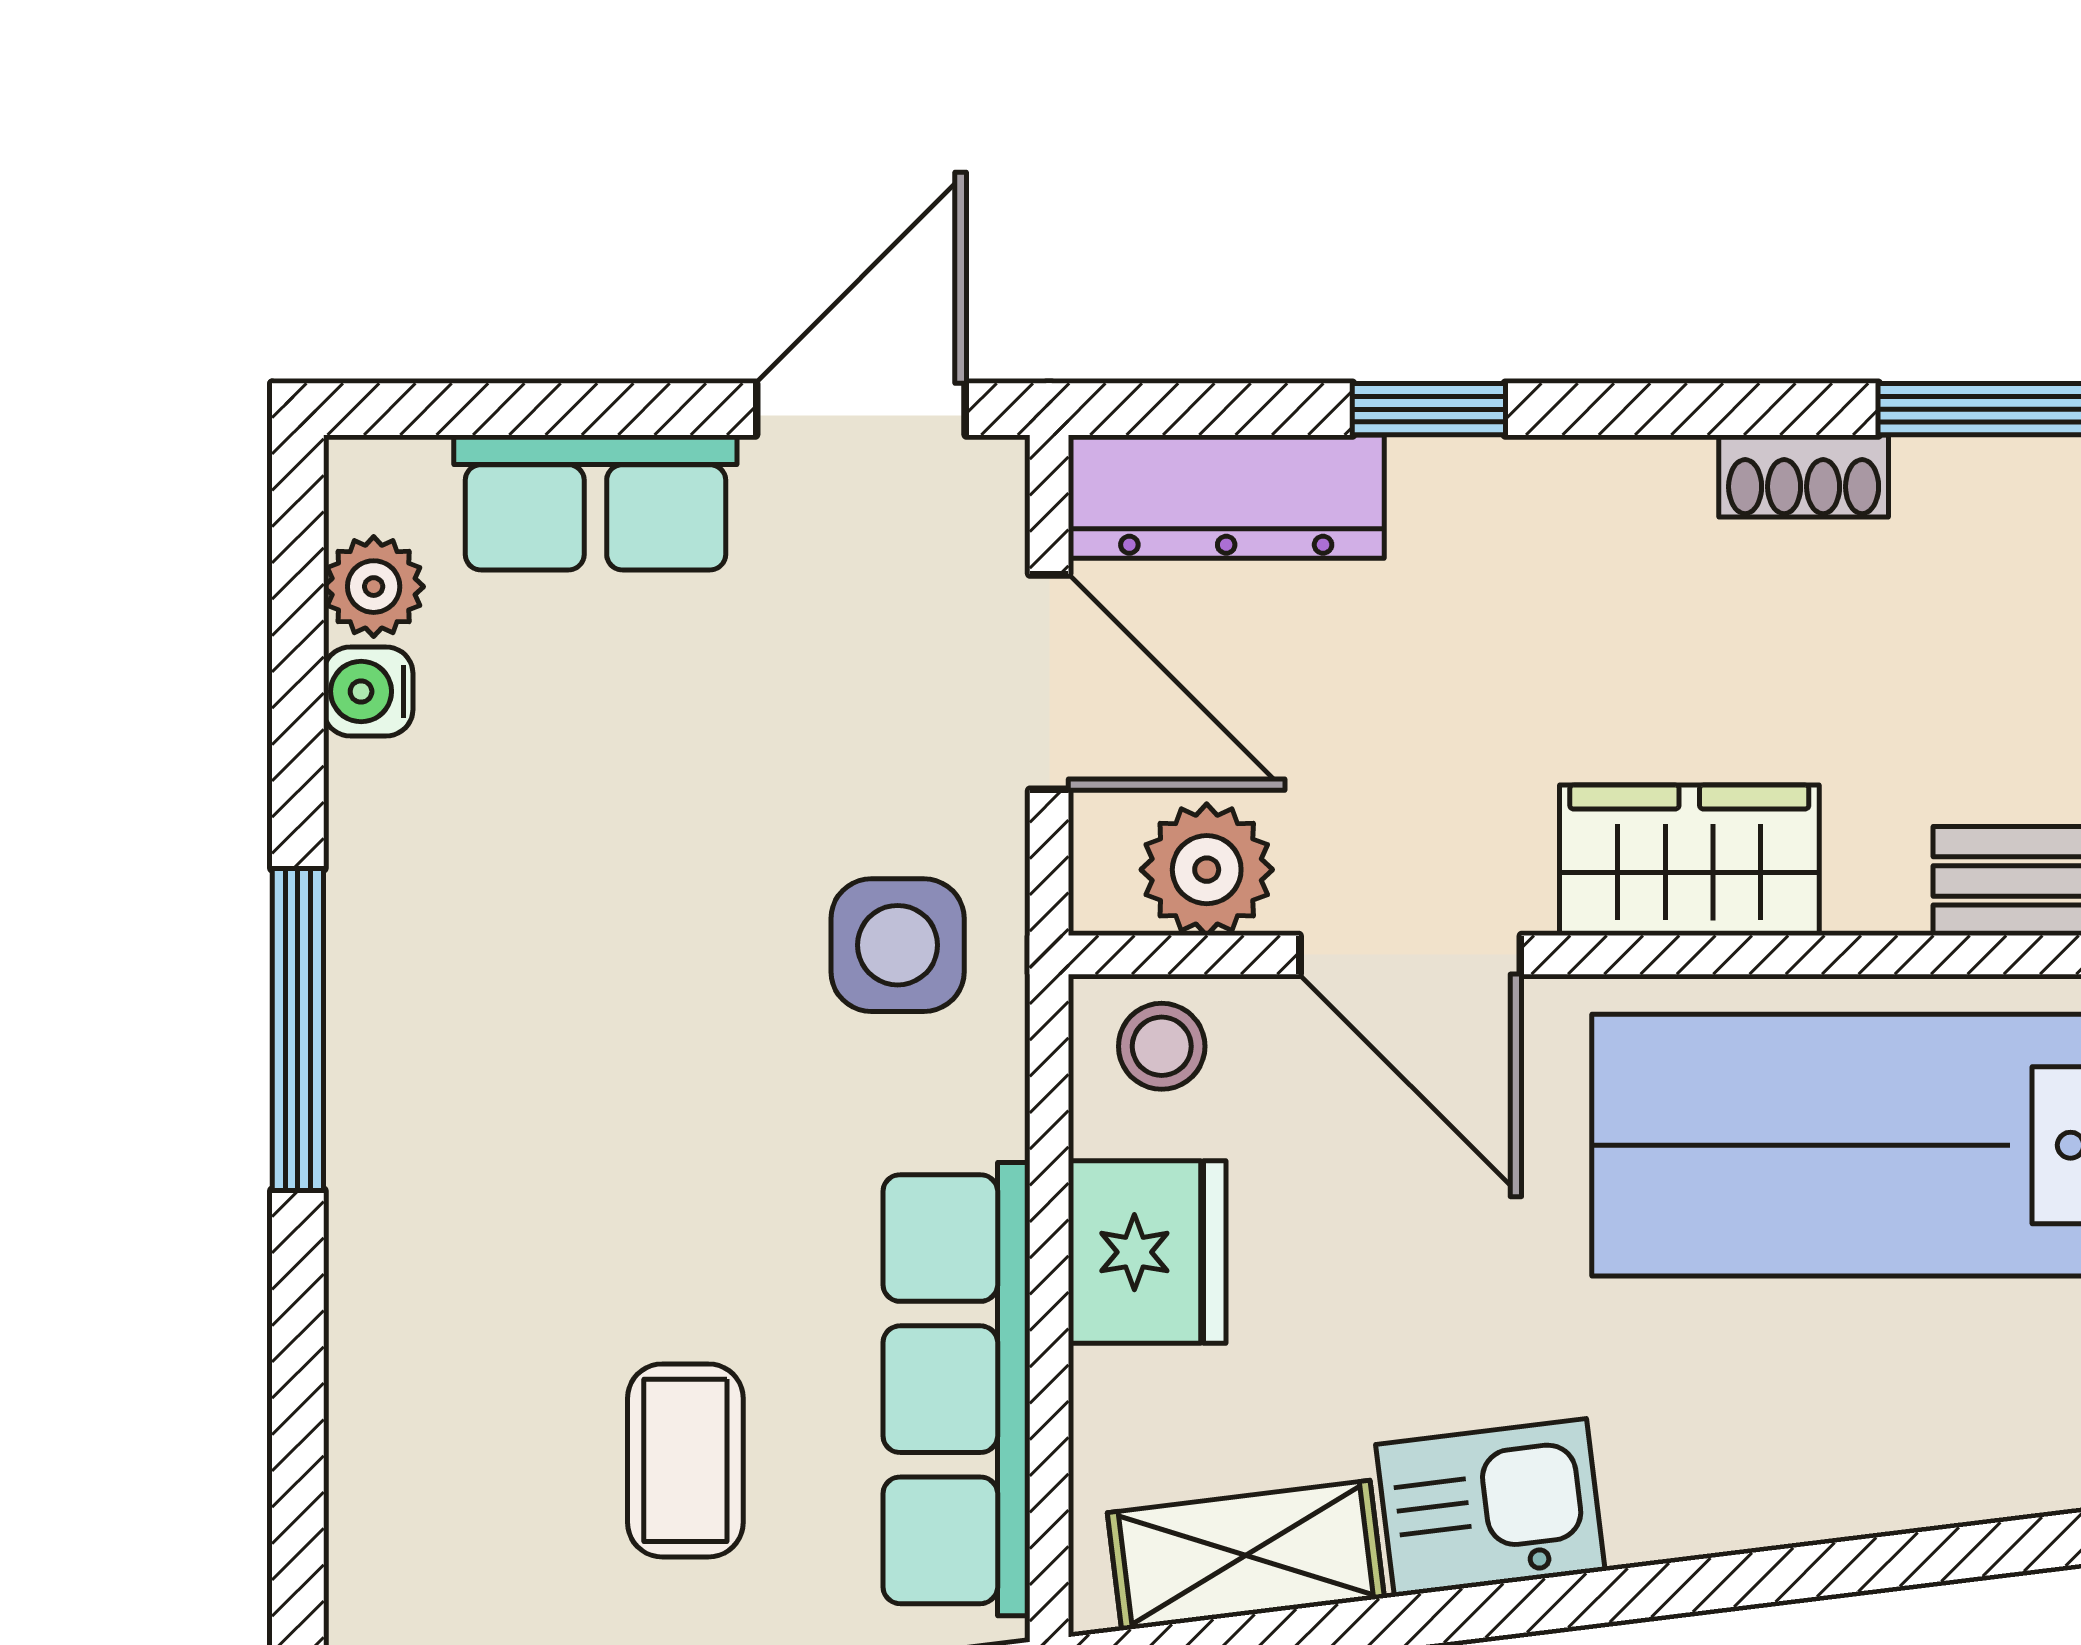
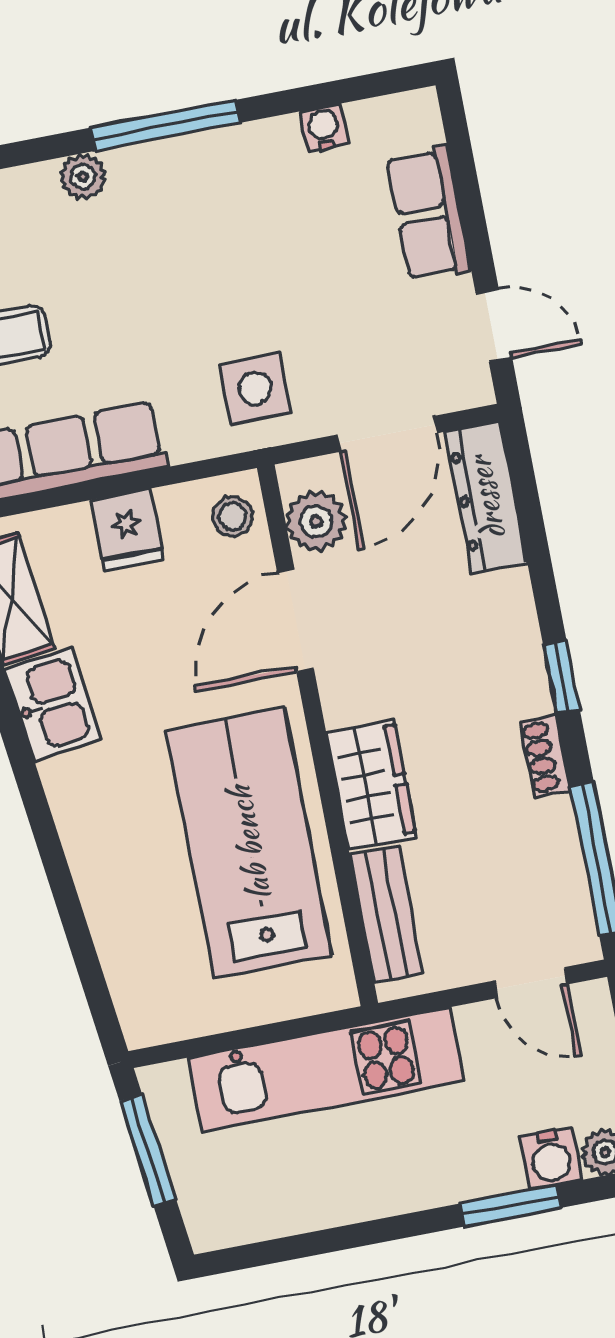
door: (861, 409) -> (494, 325), width x0.73
window: (1429, 409) -> (561, 677), moved
plant: (374, 587) -> (83, 177), moved
wardrobe: (1689, 860) -> (371, 785), moved
fridge: (1147, 1252) -> (127, 530), width x0.72

